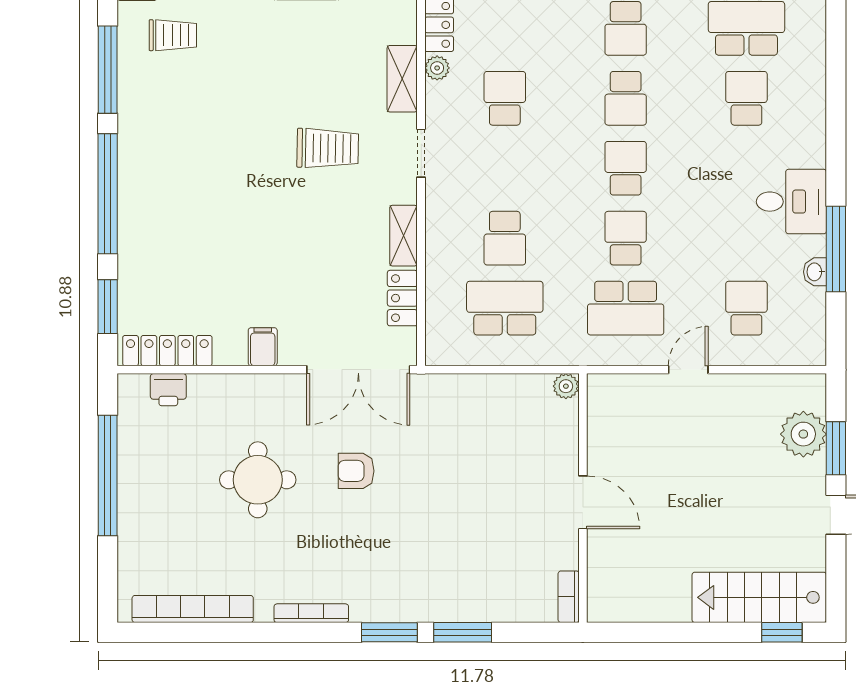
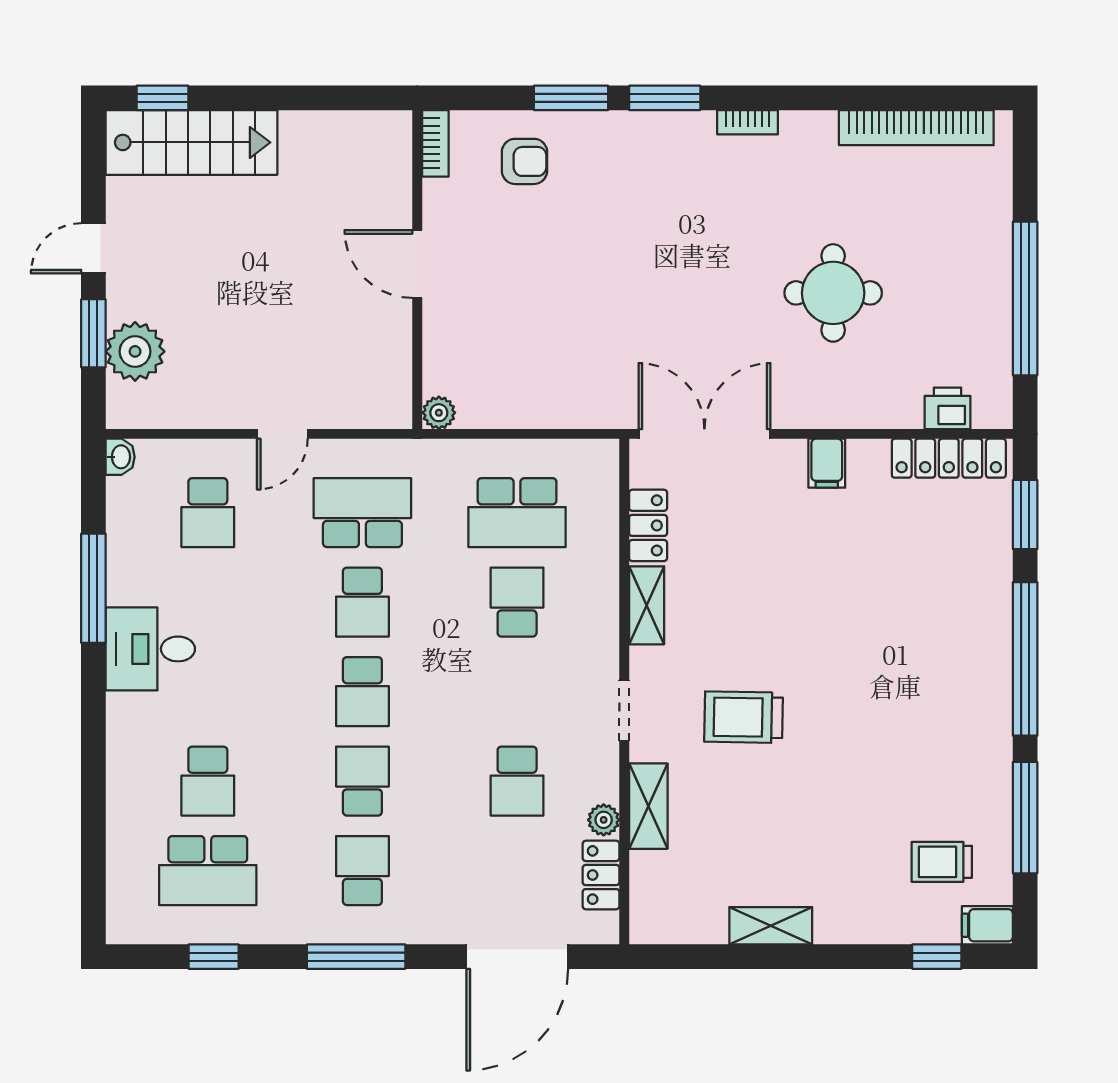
washbasin: (815, 272) -> (120, 457), moved
armchair: (356, 471) -> (525, 161), moved
bookcase: (311, 613) -> (748, 122), width x0.64

